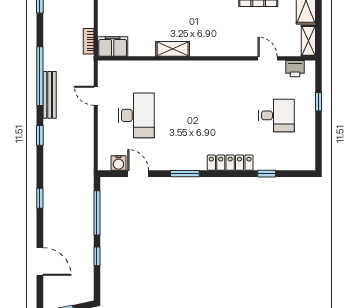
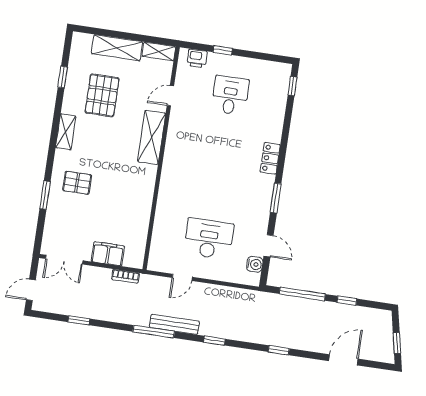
filing cabinet: (113, 47) -> (108, 254), moved, turned 90
shelving: (173, 49) -> (152, 137), moved, width x1.50, depth x1.33
printer: (295, 69) -> (197, 58), moved, turned 90
window: (40, 76) -> (154, 332), width x0.68
locker: (230, 163) -> (270, 158), width x0.66
door: (138, 174) -> (269, 246), swing flipped
window: (267, 174) -> (292, 86), moved

